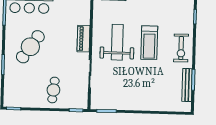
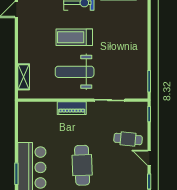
treadmill: (149, 43) -> (74, 37), turned 180
cafe table: (30, 47) -> (82, 165), turned 53
door: (35, 109) -> (149, 158), added

